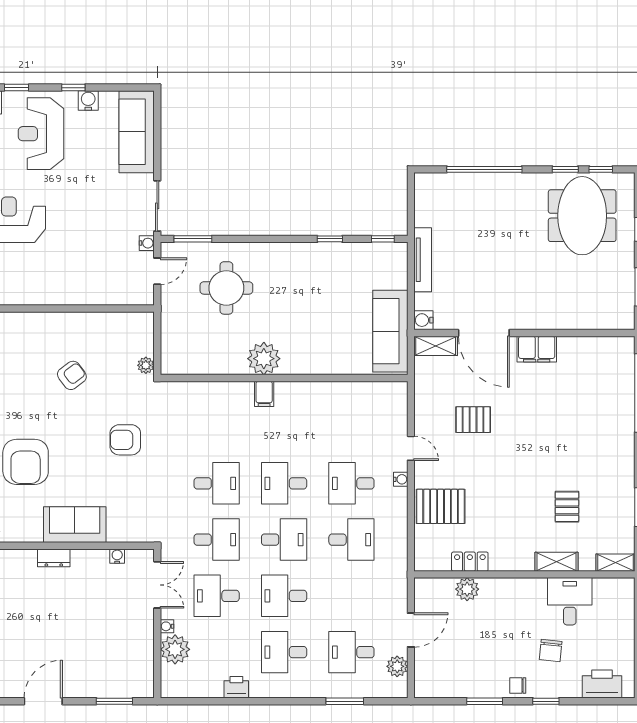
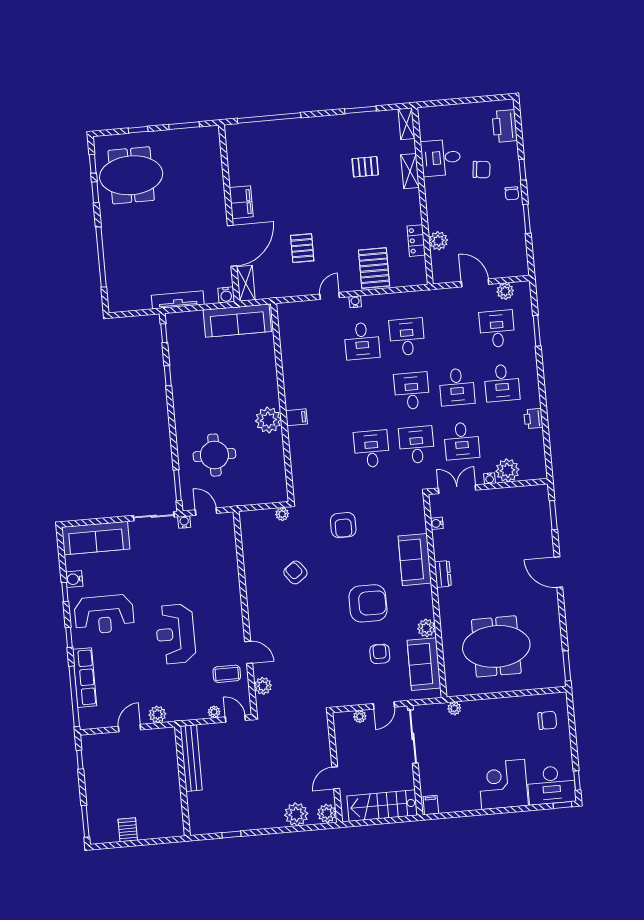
desk: (284, 483) -> (367, 395), removed
desk: (351, 652) -> (497, 329), turned 180

